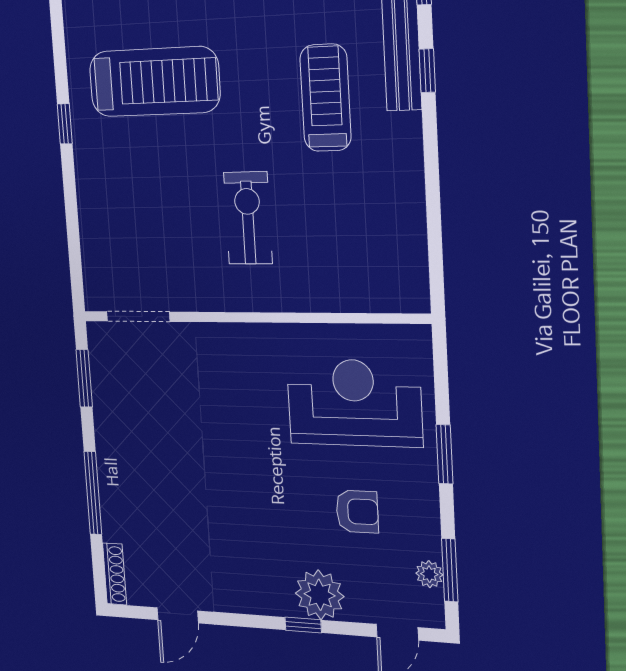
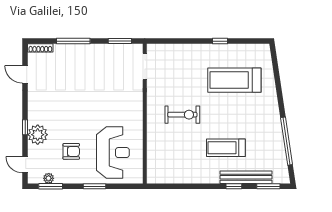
treadmill: (154, 82) -> (234, 80), turned 90
treadmill: (325, 98) -> (226, 148), turned 180
armchair: (357, 512) -> (71, 151), turned -90

